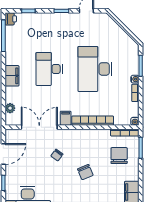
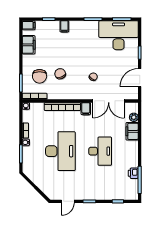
printer: (11, 19) -> (133, 173), moved
filing cabinet: (12, 76) -> (132, 131), moved
chair: (85, 172) -> (60, 74), moved

